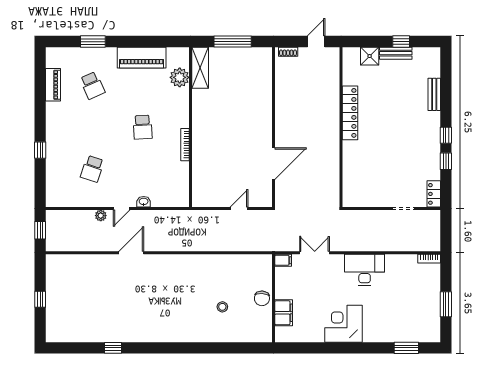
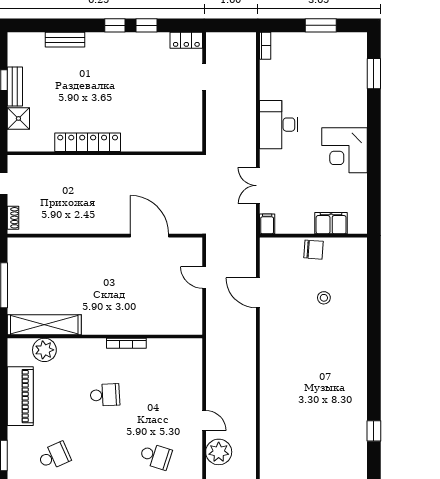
shelving: (200, 68) -> (44, 325), width x1.47
washbasin: (144, 202) -> (196, 394), removed
plant: (101, 216) -> (219, 452), width x1.87, depth x1.87
door: (131, 253) -> (258, 293), moved

